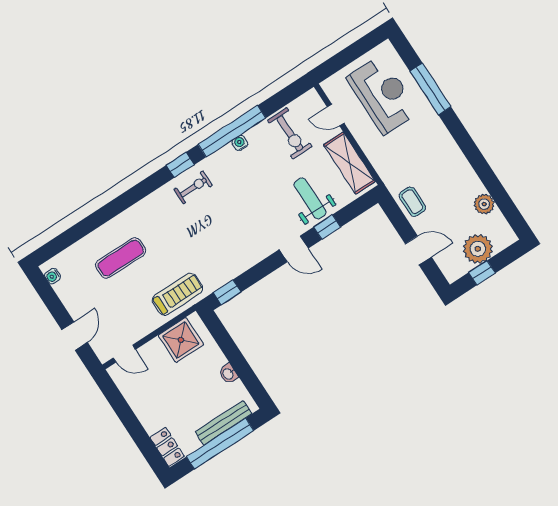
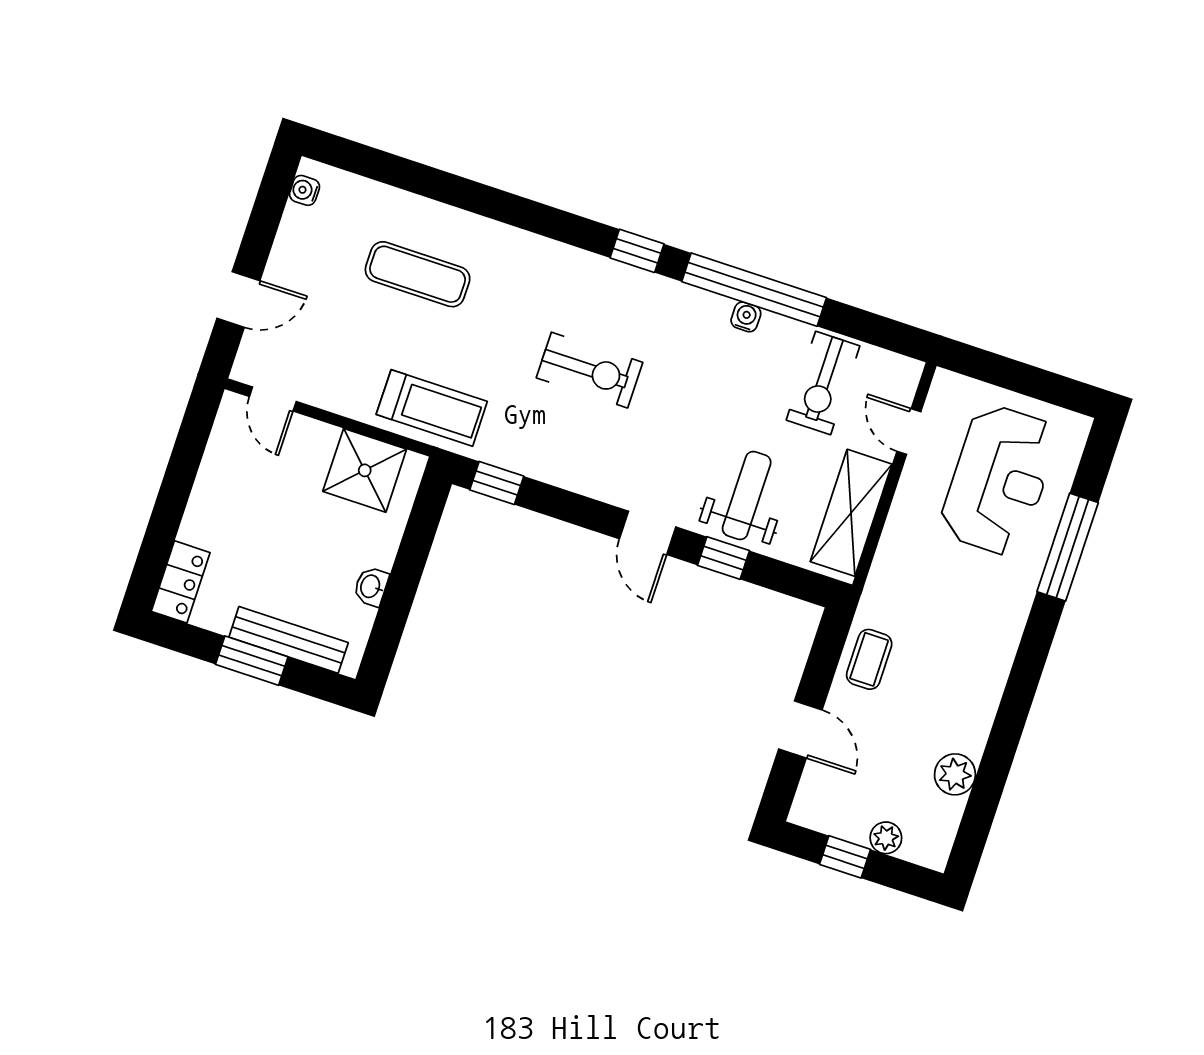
exercise bike: (193, 187) -> (590, 370), moved, width x1.38, depth x1.39
plant: (478, 249) -> (886, 838), width x0.53, depth x0.53
window: (220, 444) -> (252, 661), width x0.47

